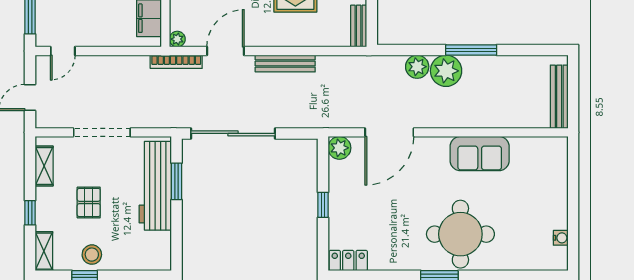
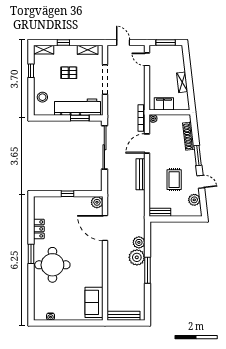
door: (225, 51) -> (147, 143), swing flipped
sofa: (480, 154) -> (94, 302), moved
stool: (92, 255) -> (42, 97), moved
locker: (348, 261) -> (39, 229), moved

